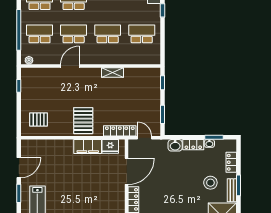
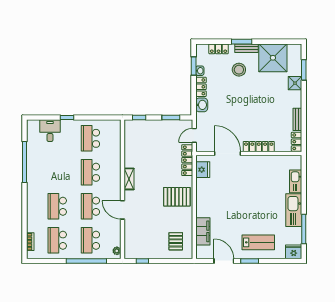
shelving: (113, 73) -> (129, 179), moved
filing cabinet: (88, 147) -> (203, 231), moved

